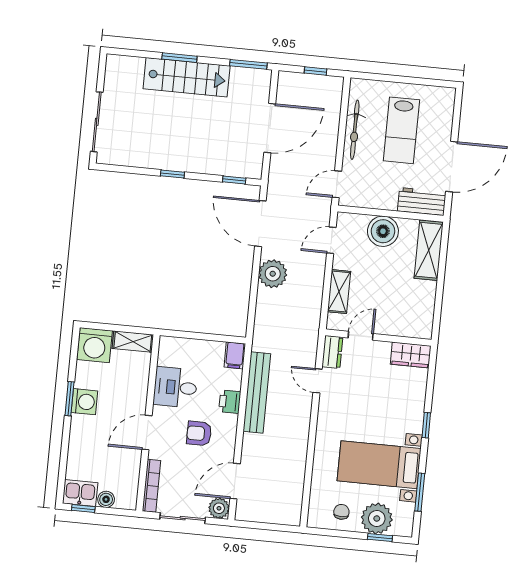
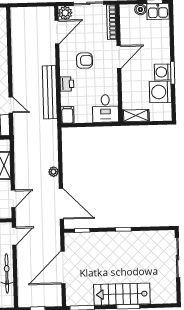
plant: (273, 274) -> (53, 172), width x0.53, depth x0.53
washing machine: (95, 345) -> (160, 92), moved, turned -90
desk: (175, 387) -> (105, 109), moved, turned 90

